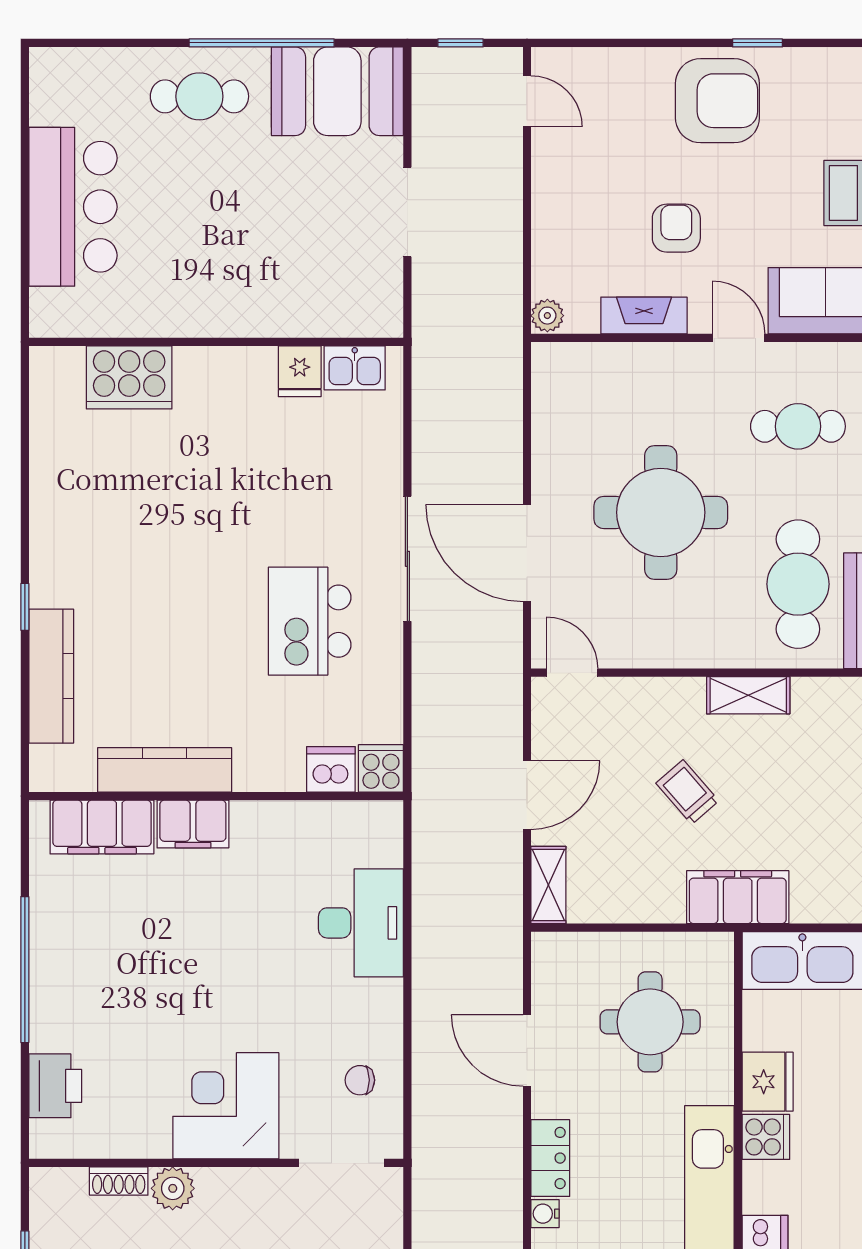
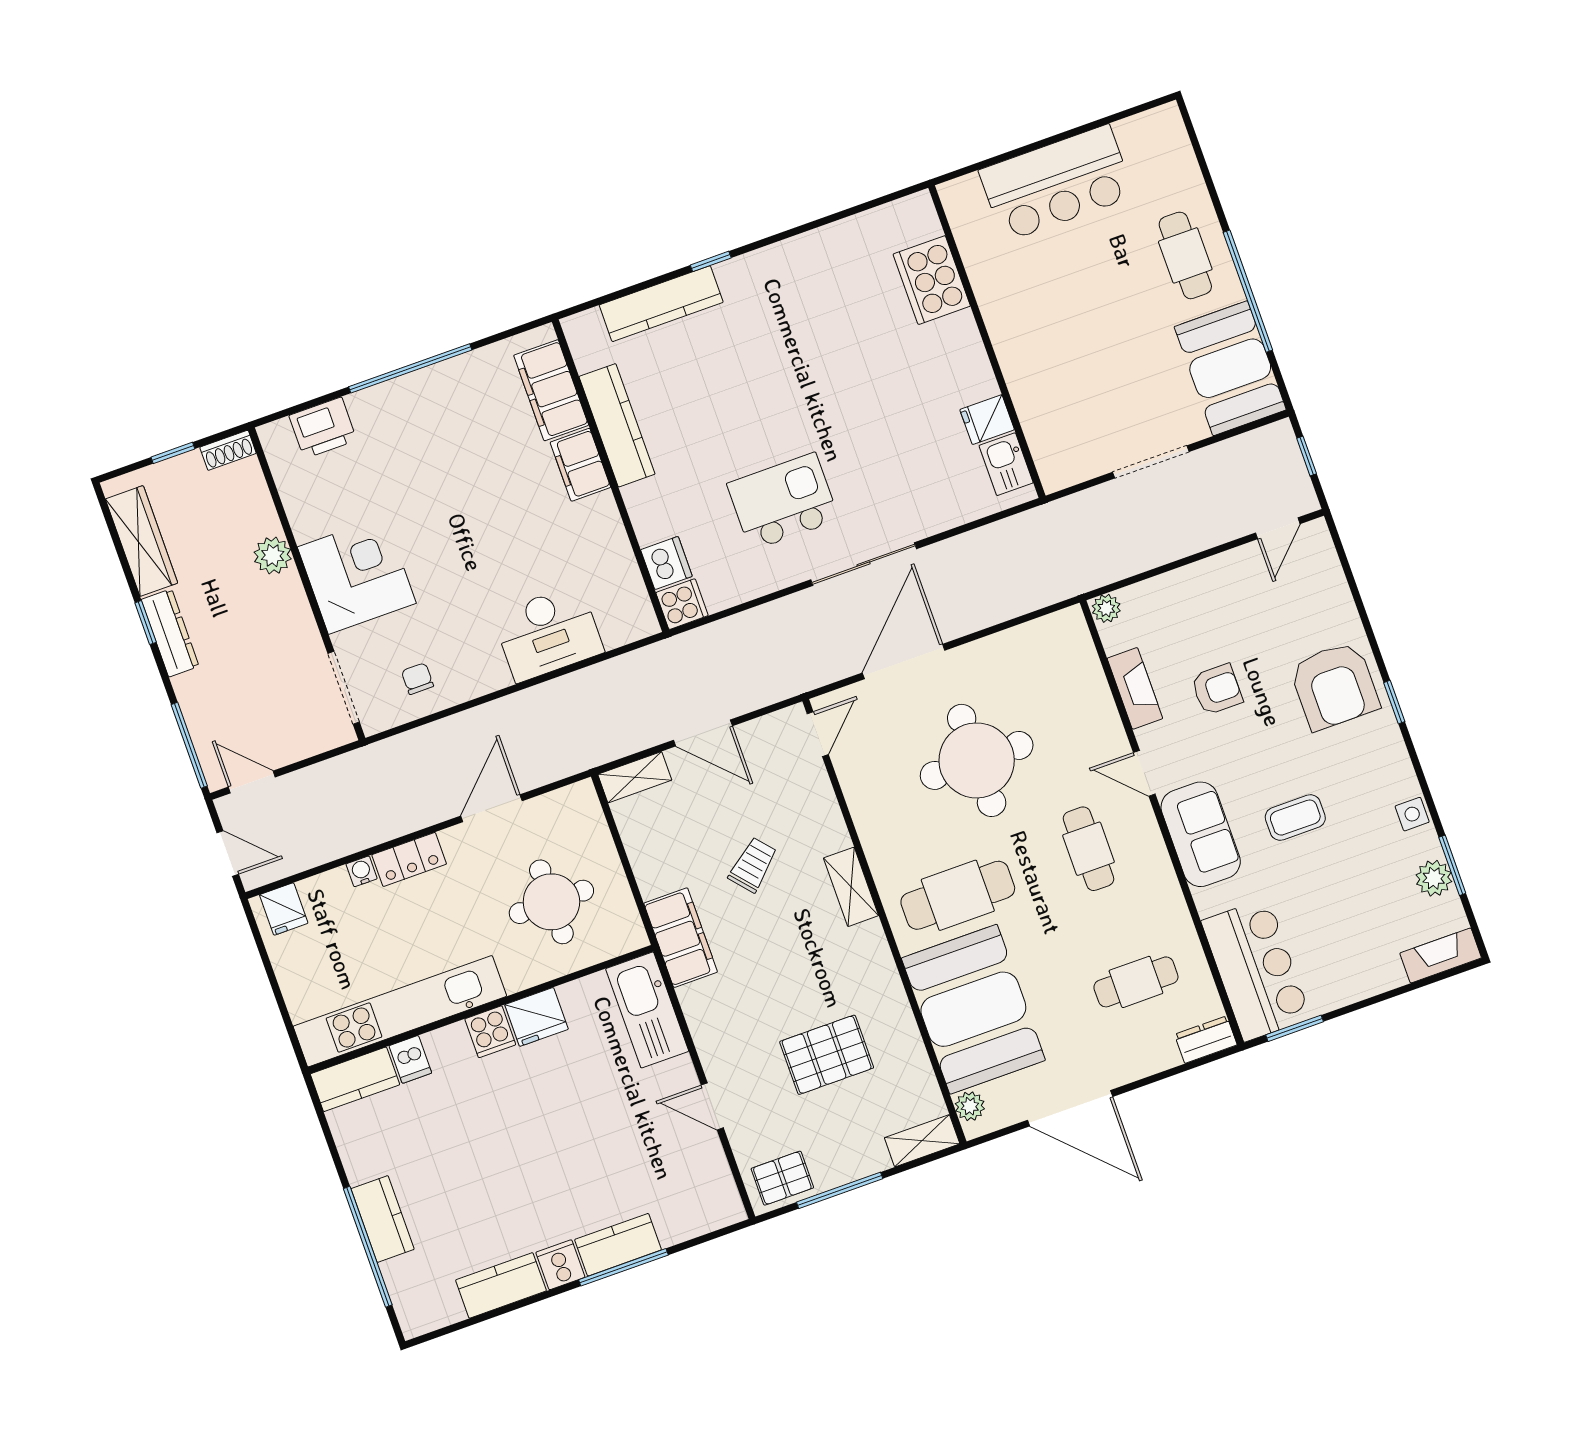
door: (738, 338) -> (1144, 773), swing flipped
shoe rack: (119, 1181) -> (228, 450), moved, turned -90

